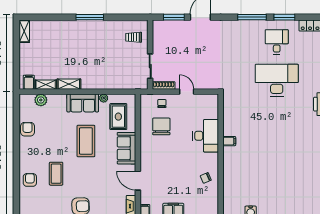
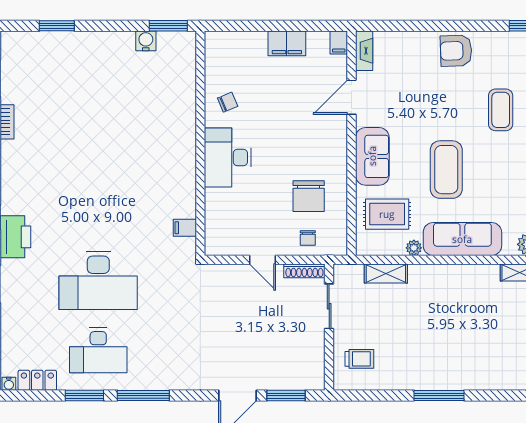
desk: (277, 42) -> (98, 350), width x1.37
shelving: (69, 84) -> (386, 273), moved
sofa: (83, 103) -> (462, 239), width x1.36
rug: (118, 117) -> (387, 214), turned 90
desk: (206, 136) -> (228, 157), moved
filing cabinet: (229, 141) -> (185, 228), moved
door: (138, 181) -> (352, 97), swing flipped

